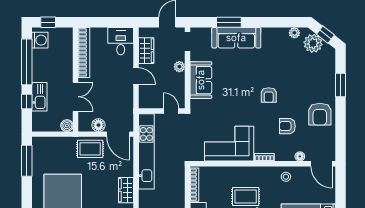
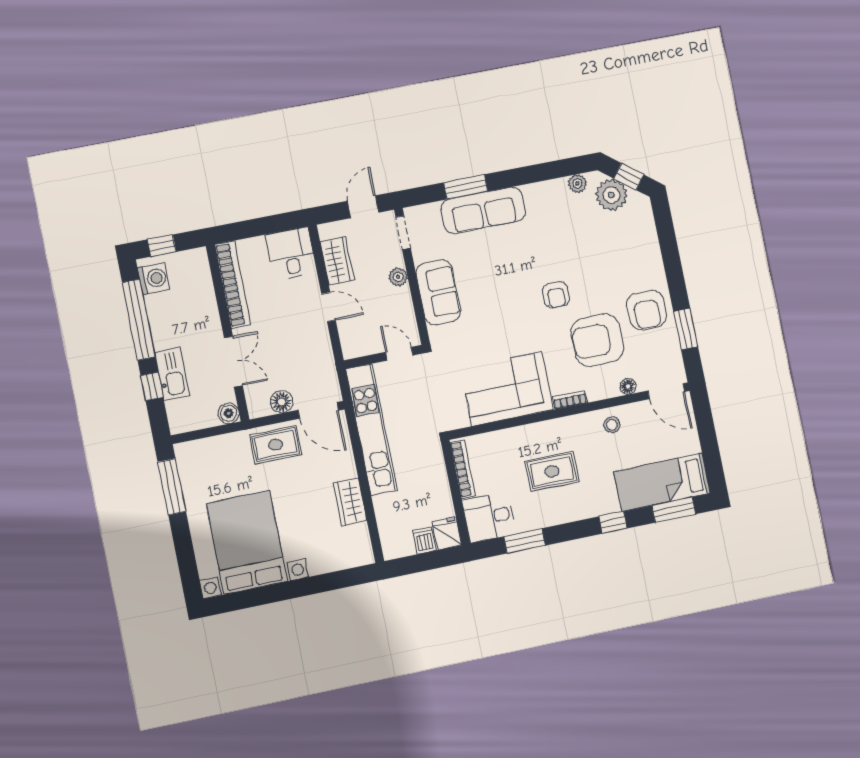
window: (340, 85) -> (686, 329), moved
armchair: (287, 126) -> (597, 340), width x1.88, depth x1.88

